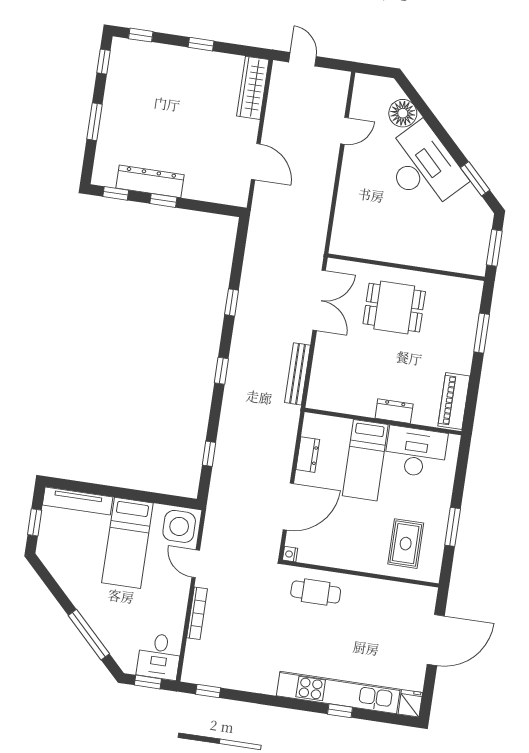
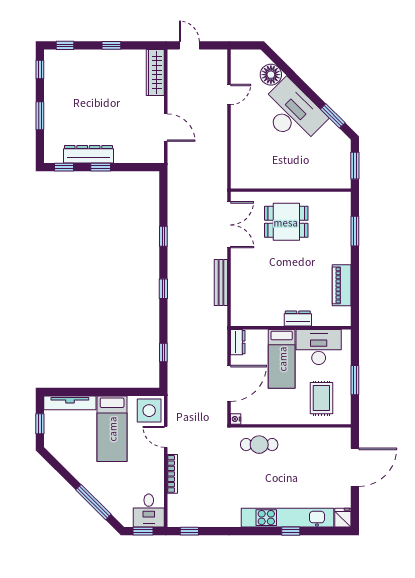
dresser: (394, 411) -> (298, 319), moved
wall: (383, 422) -> (291, 328), moved
desk: (416, 452) -> (319, 347), moved
bed: (365, 460) -> (282, 359), moved

